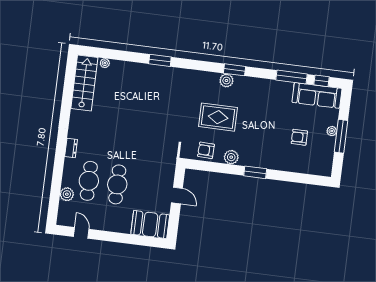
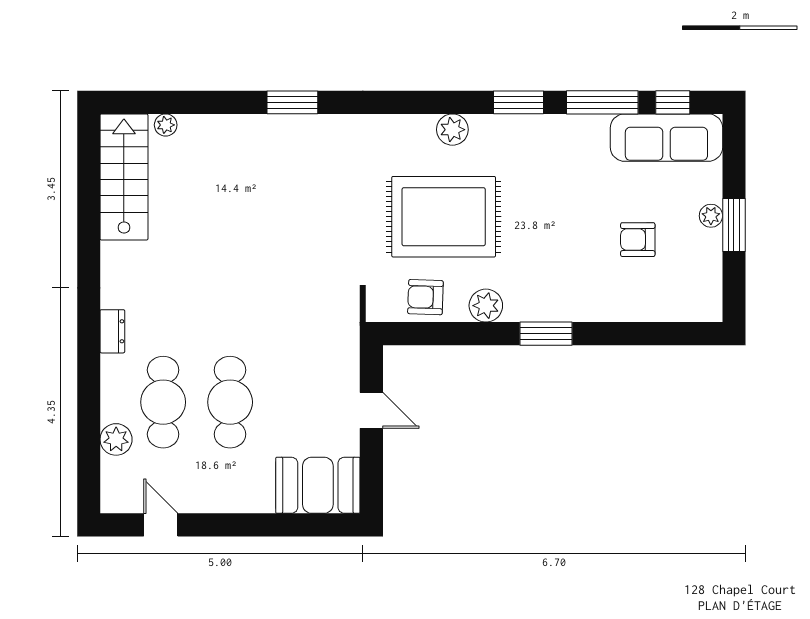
window: (235, 70) -> (518, 102), moved
rug: (218, 117) -> (444, 217), width x1.37, depth x1.44
window: (341, 136) -> (734, 225), width x0.69

